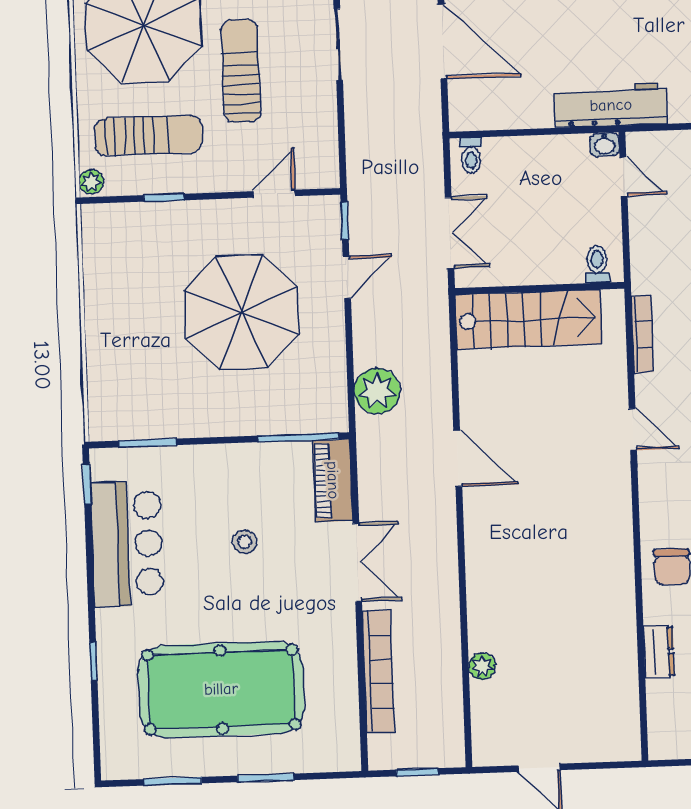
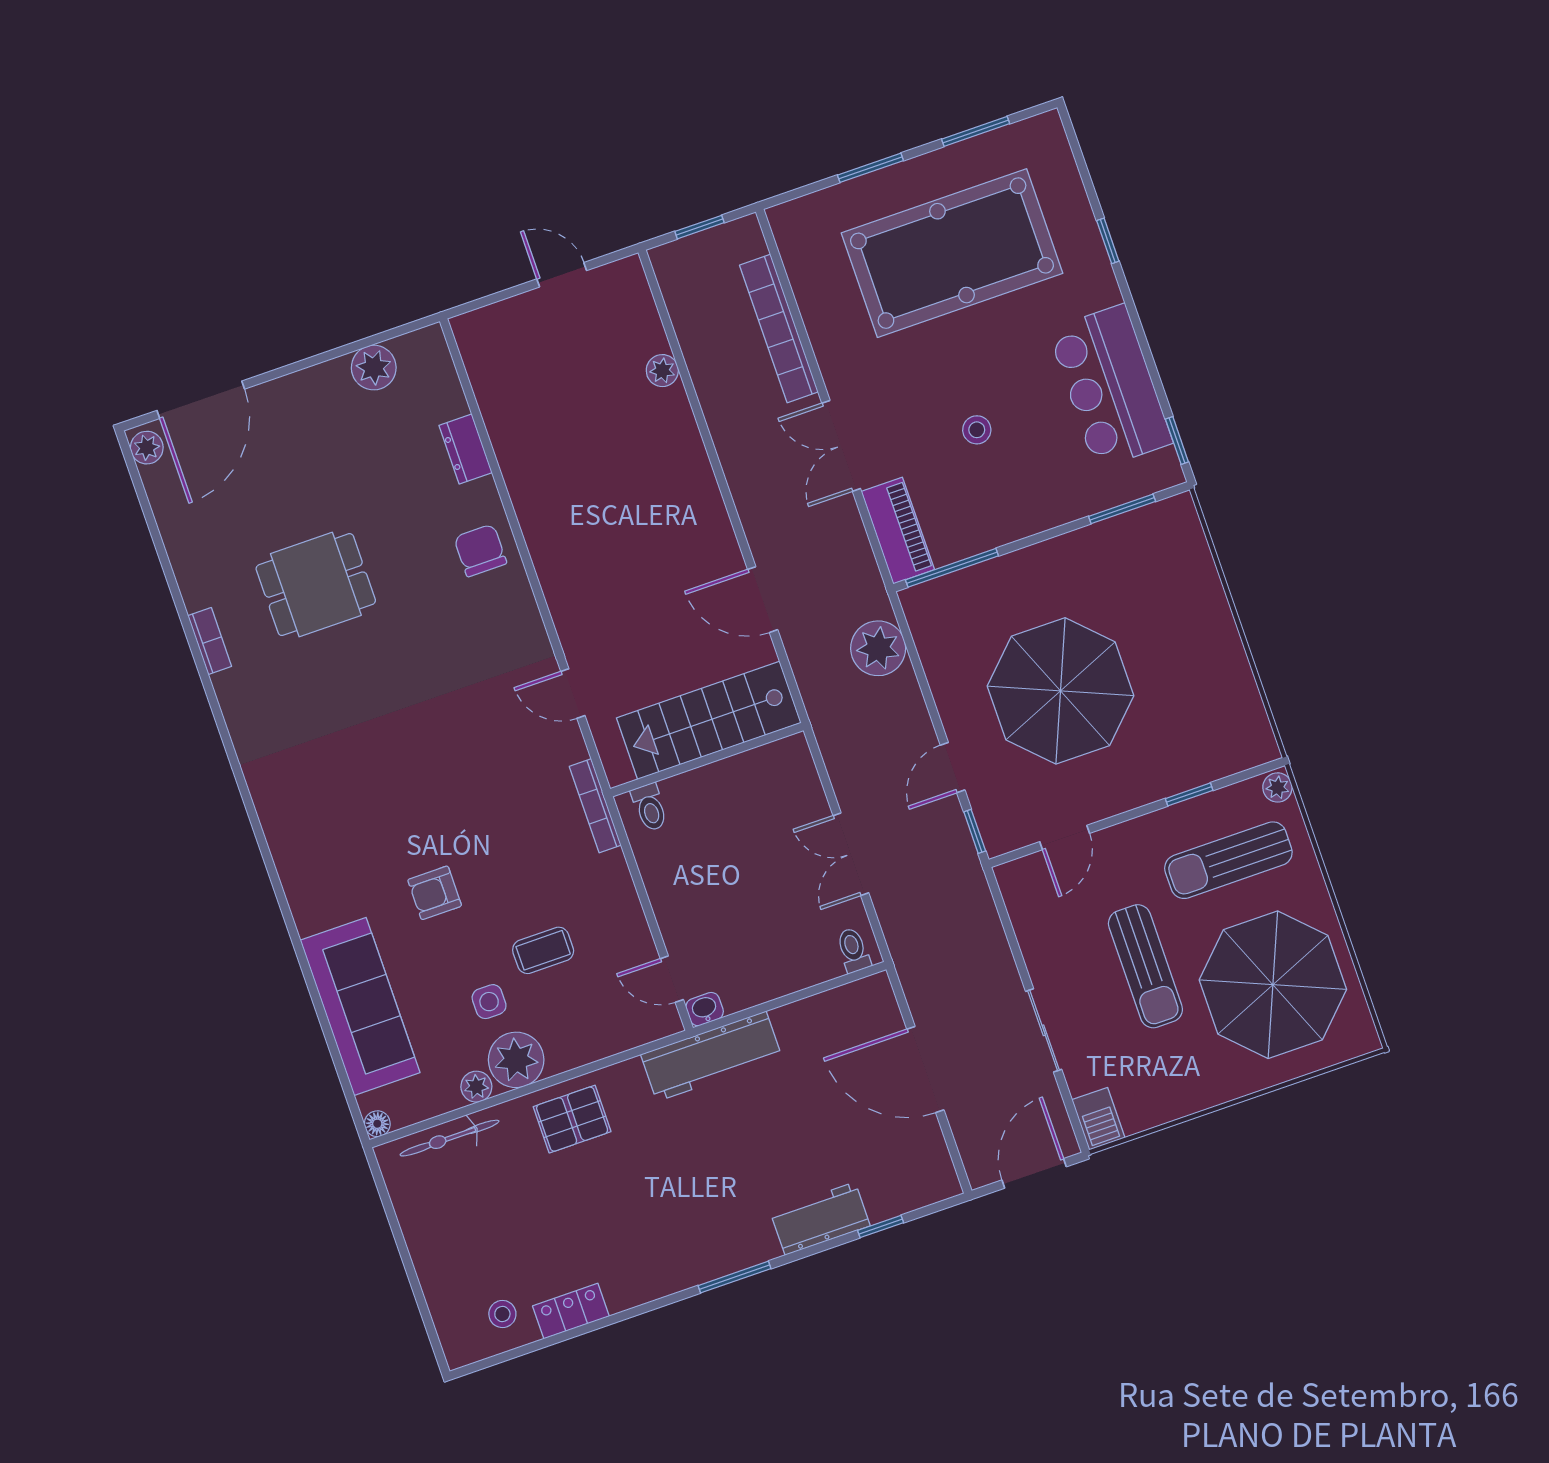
toilet: (597, 264) -> (650, 807), moved
wall: (540, 288) -> (707, 760), moved
stairs: (528, 319) -> (709, 720), moved

